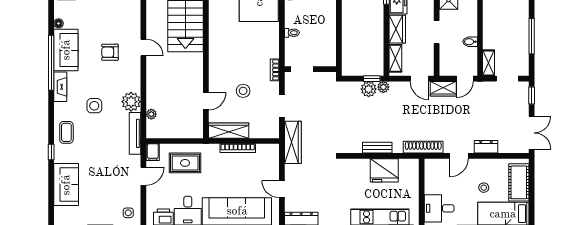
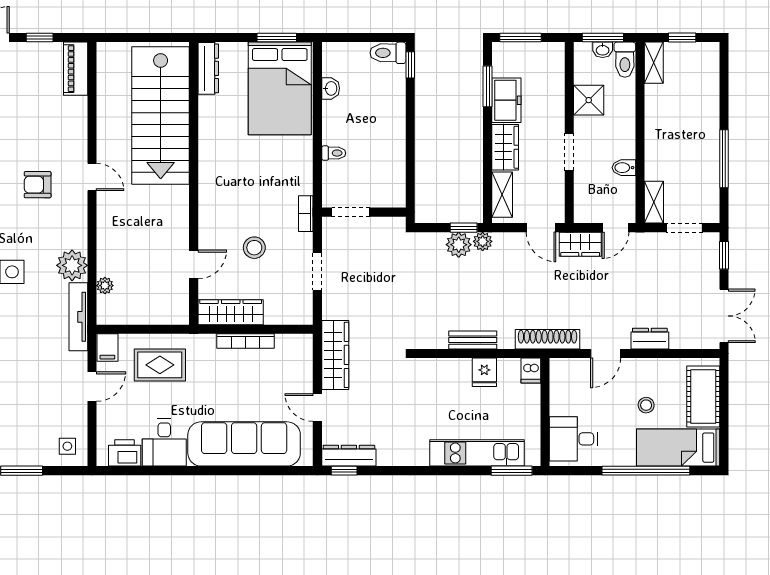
wardrobe: (293, 142) -> (335, 355), moved
dishwasher: (413, 166) -> (531, 371), added
fridge: (384, 170) -> (484, 372), width x0.53, depth x0.75

